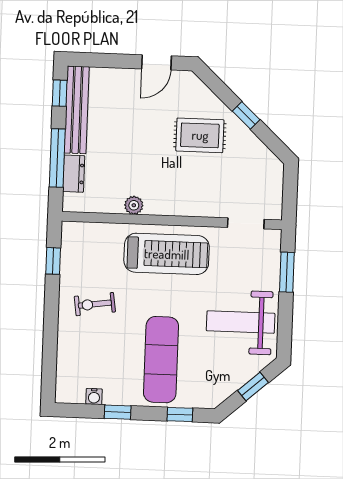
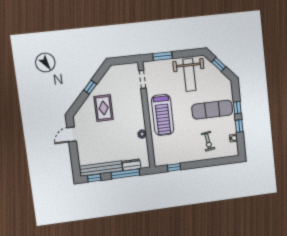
door: (156, 62) -> (72, 134), swing flipped
treadmill: (167, 254) -> (163, 115), turned 180
exercise bike: (95, 304) -> (208, 141), moved
window: (180, 414) -> (237, 108), moved

